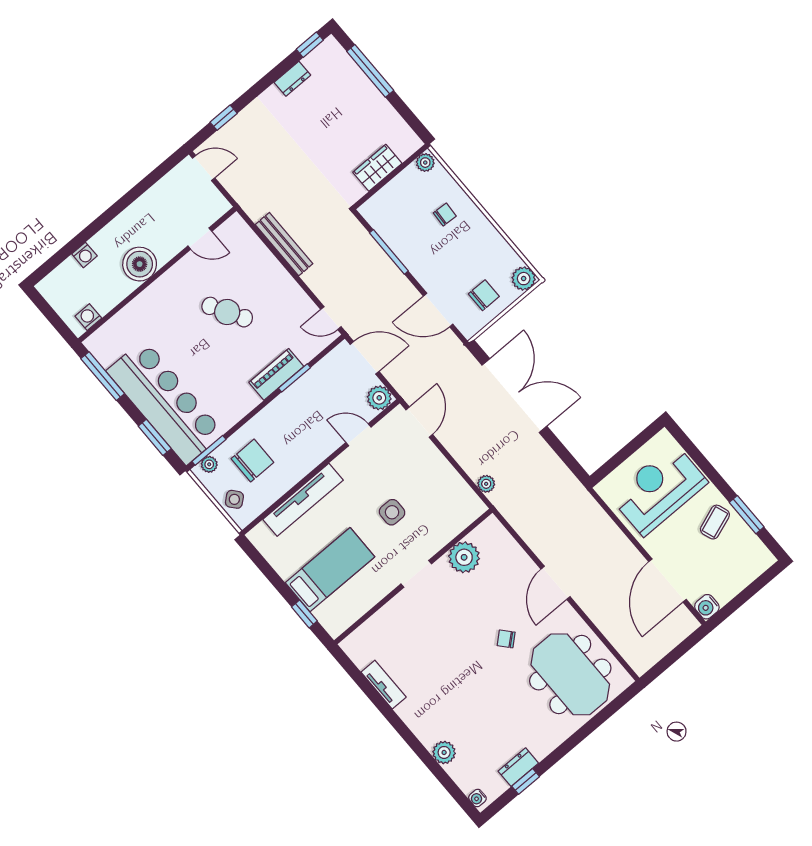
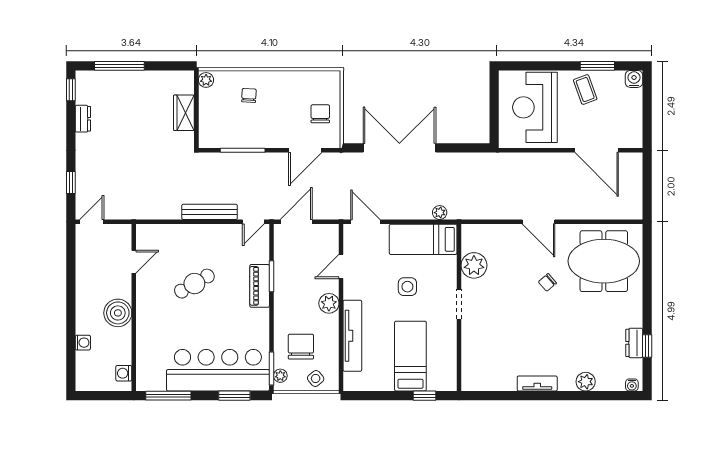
bench: (284, 244) -> (210, 212), moved
plant: (524, 279) -> (331, 80), removed
plant: (379, 398) -> (329, 303), moved
bed: (448, 490) -> (423, 239), added
water cooler: (707, 607) -> (634, 79), moved, turned 180
tv unit: (384, 685) -> (537, 383), moved

